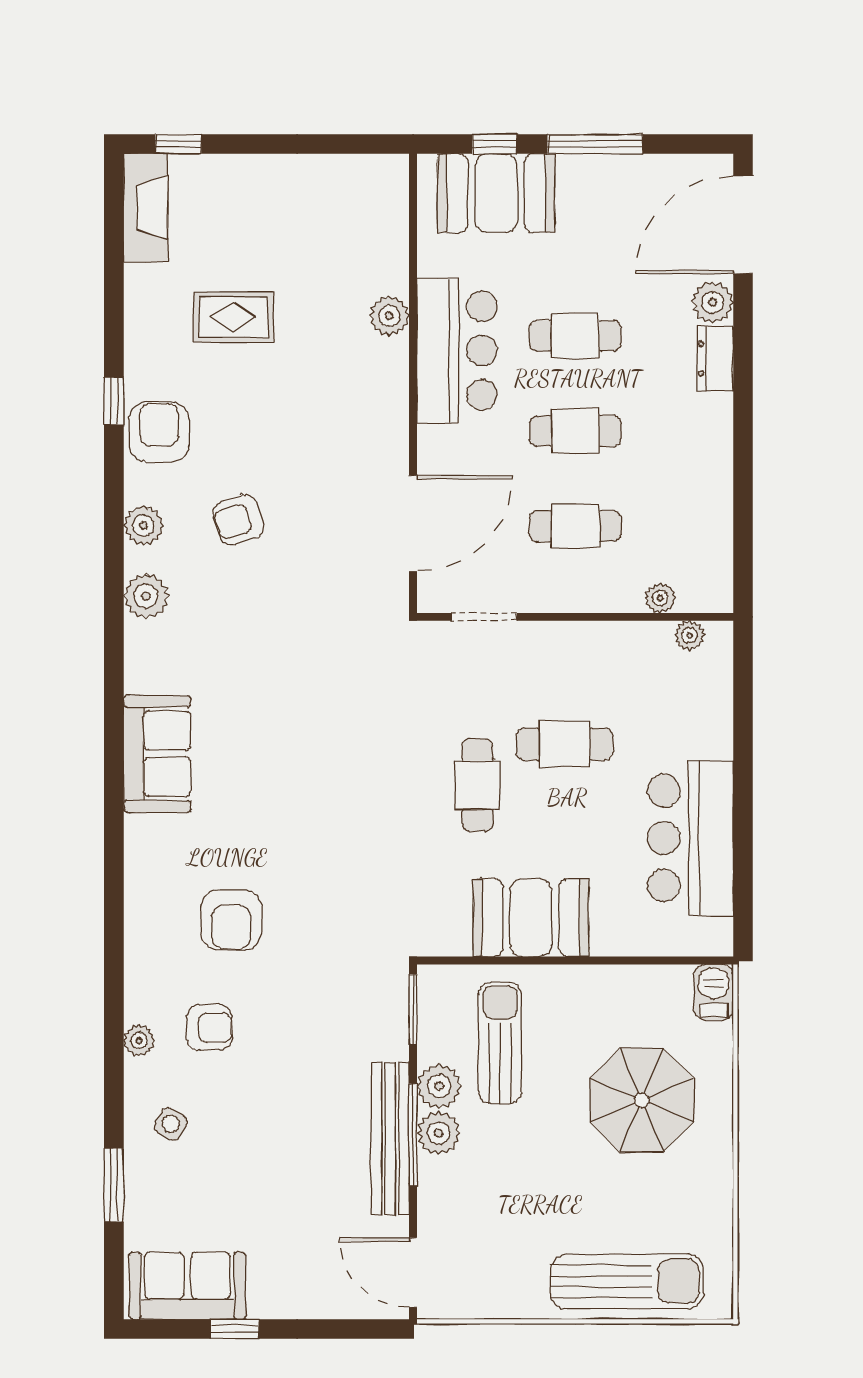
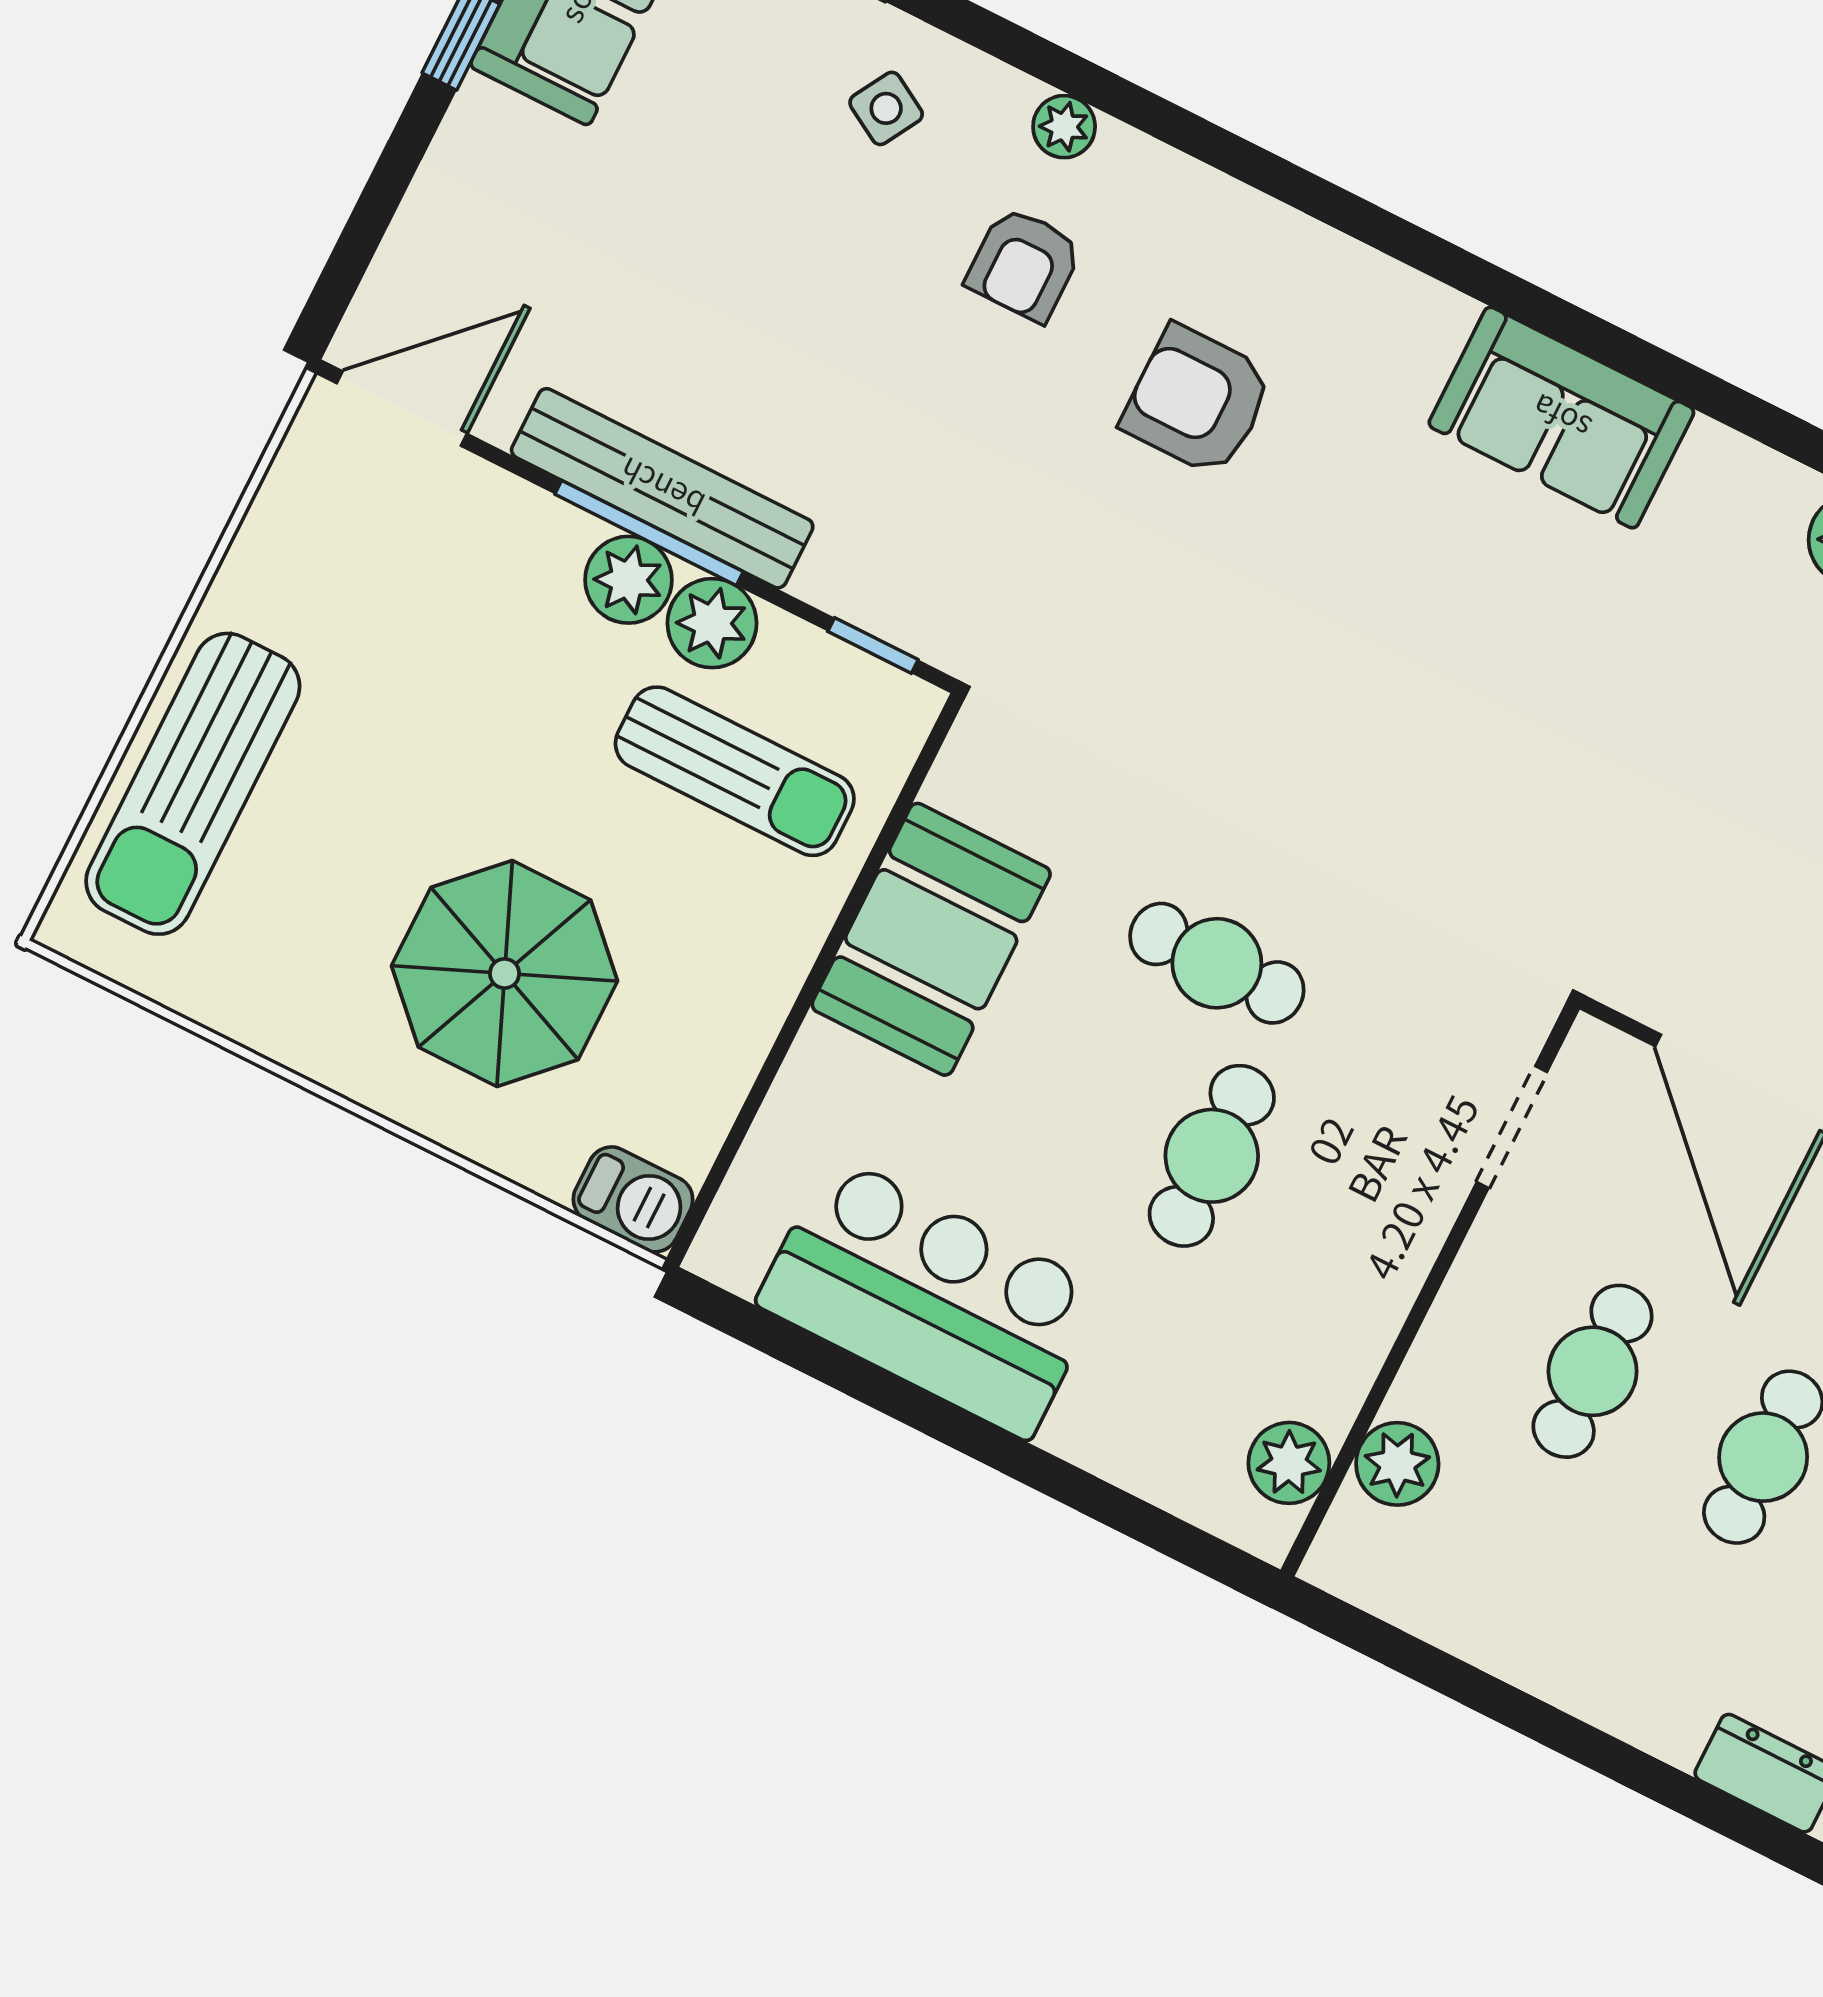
plant: (660, 598) -> (1397, 1464), width x1.38, depth x1.38
plant: (690, 635) -> (1289, 1463), width x1.38, depth x1.38
window: (413, 1009) -> (873, 646), width x0.67

